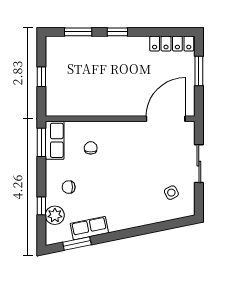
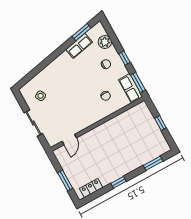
window: (117, 32) -> (119, 182), moved
locker: (172, 44) -> (91, 188), width x0.66
door: (166, 119) -> (69, 140), width x0.53
window: (41, 206) -> (125, 58), moved

